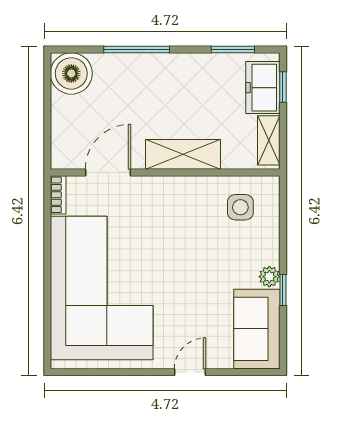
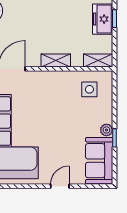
shelving: (269, 140) -> (98, 61), moved, turned 90
shelving: (183, 154) -> (56, 60), width x0.67, depth x0.75

